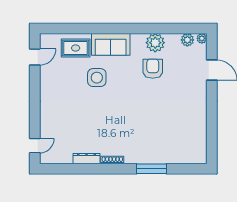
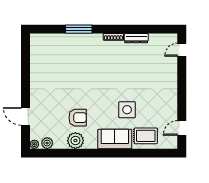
armchair: (153, 69) -> (78, 118), turned -90

